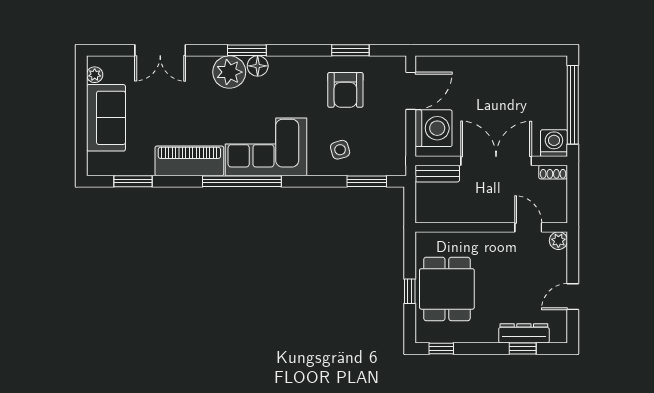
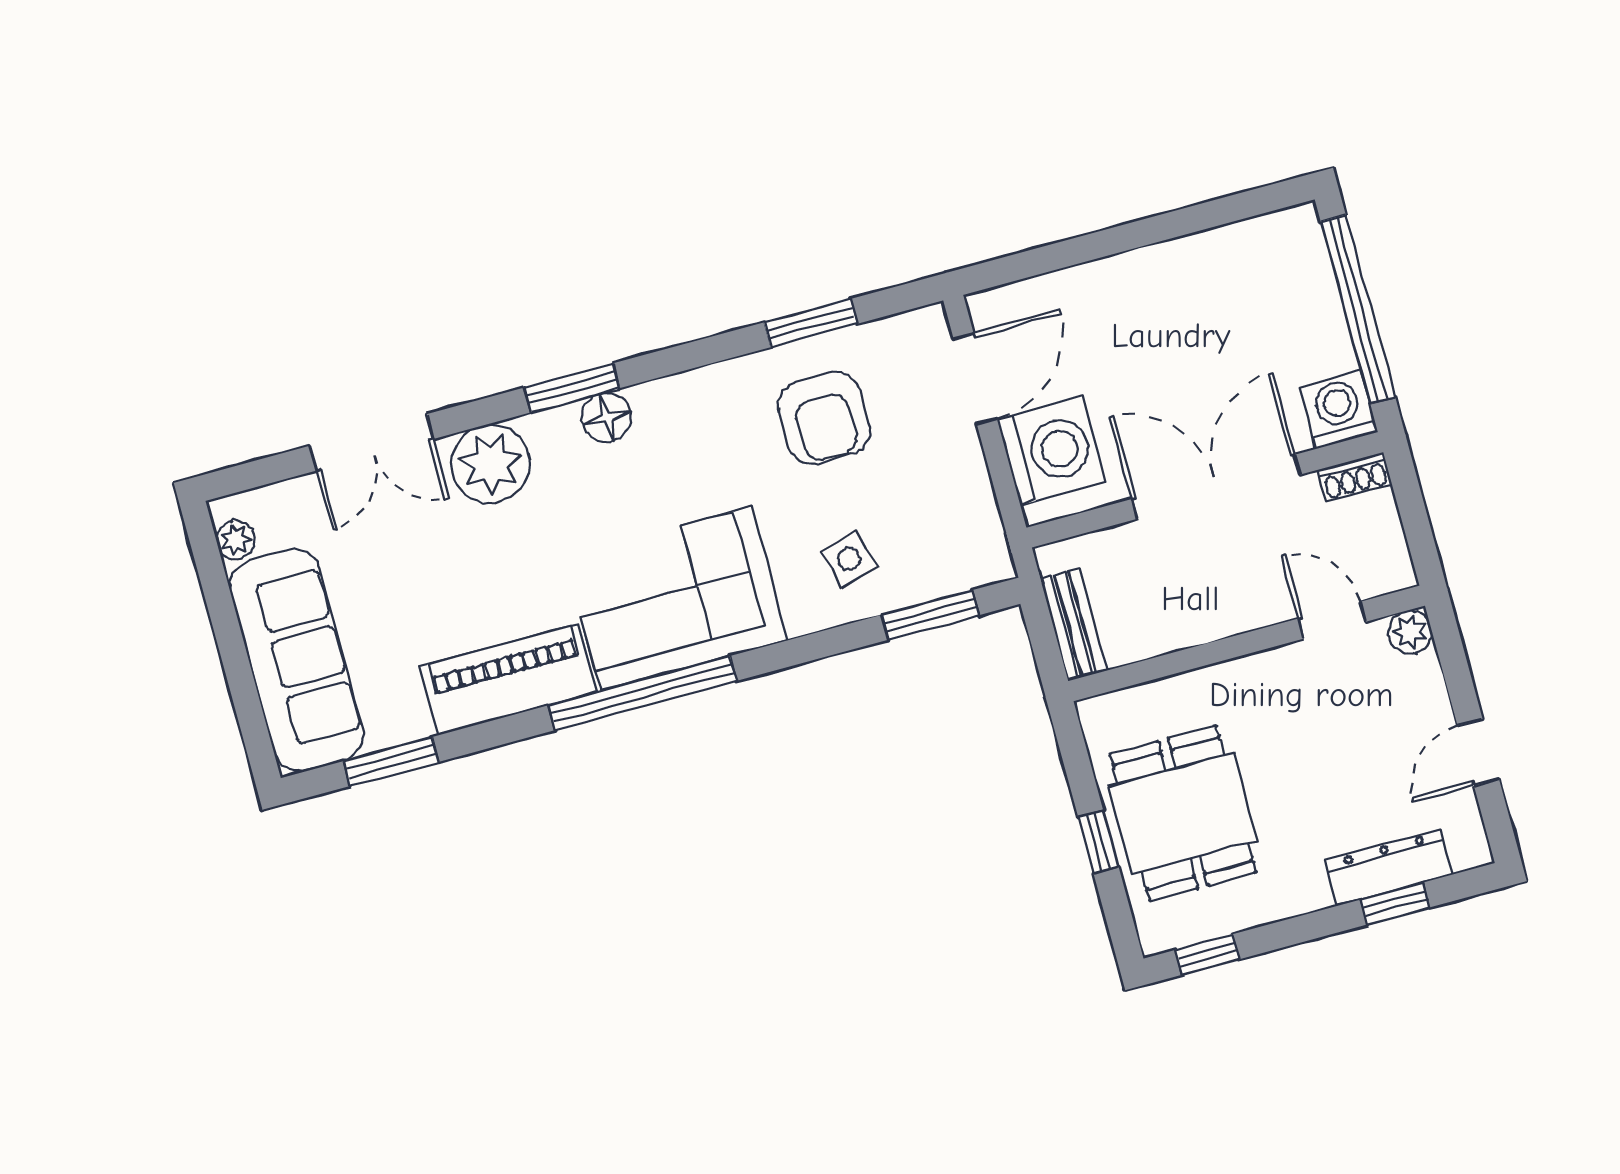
plant: (229, 72) -> (491, 464), moved
sofa: (106, 118) -> (296, 660), width x1.36
bench: (437, 174) -> (1074, 625), moved, turned 90

